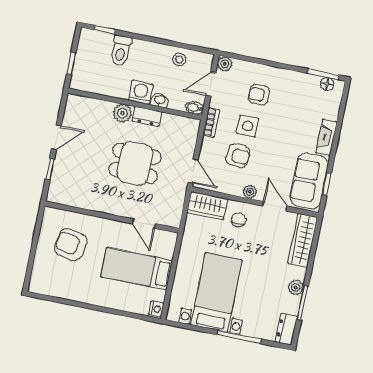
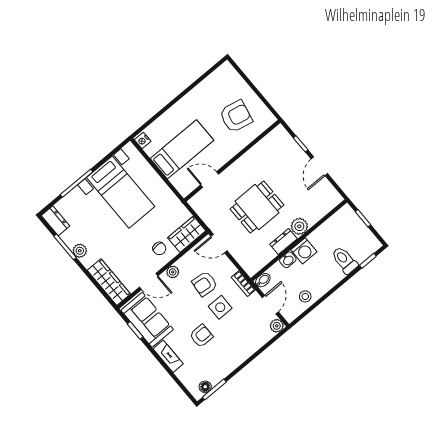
armchair: (259, 95) -> (201, 336), moved

